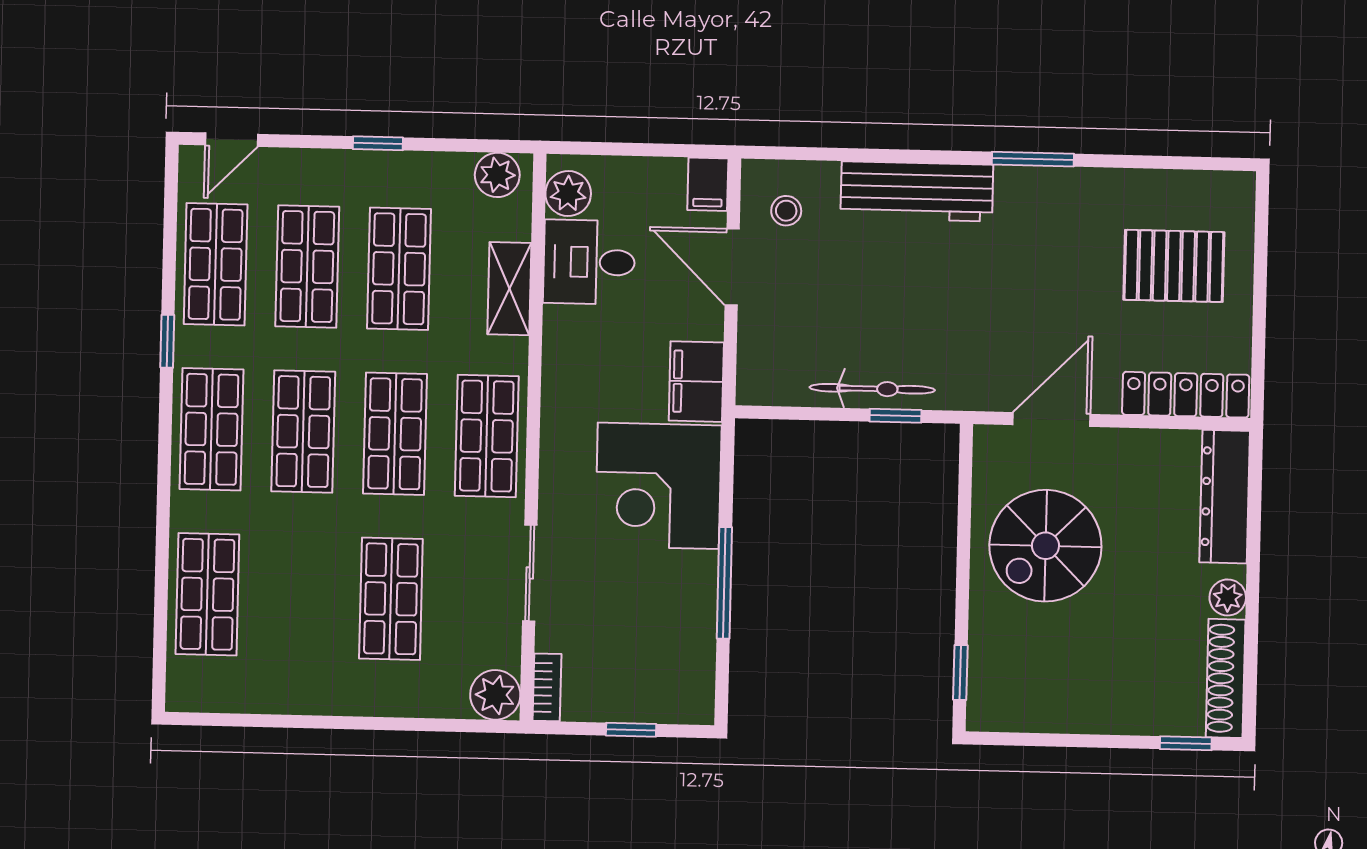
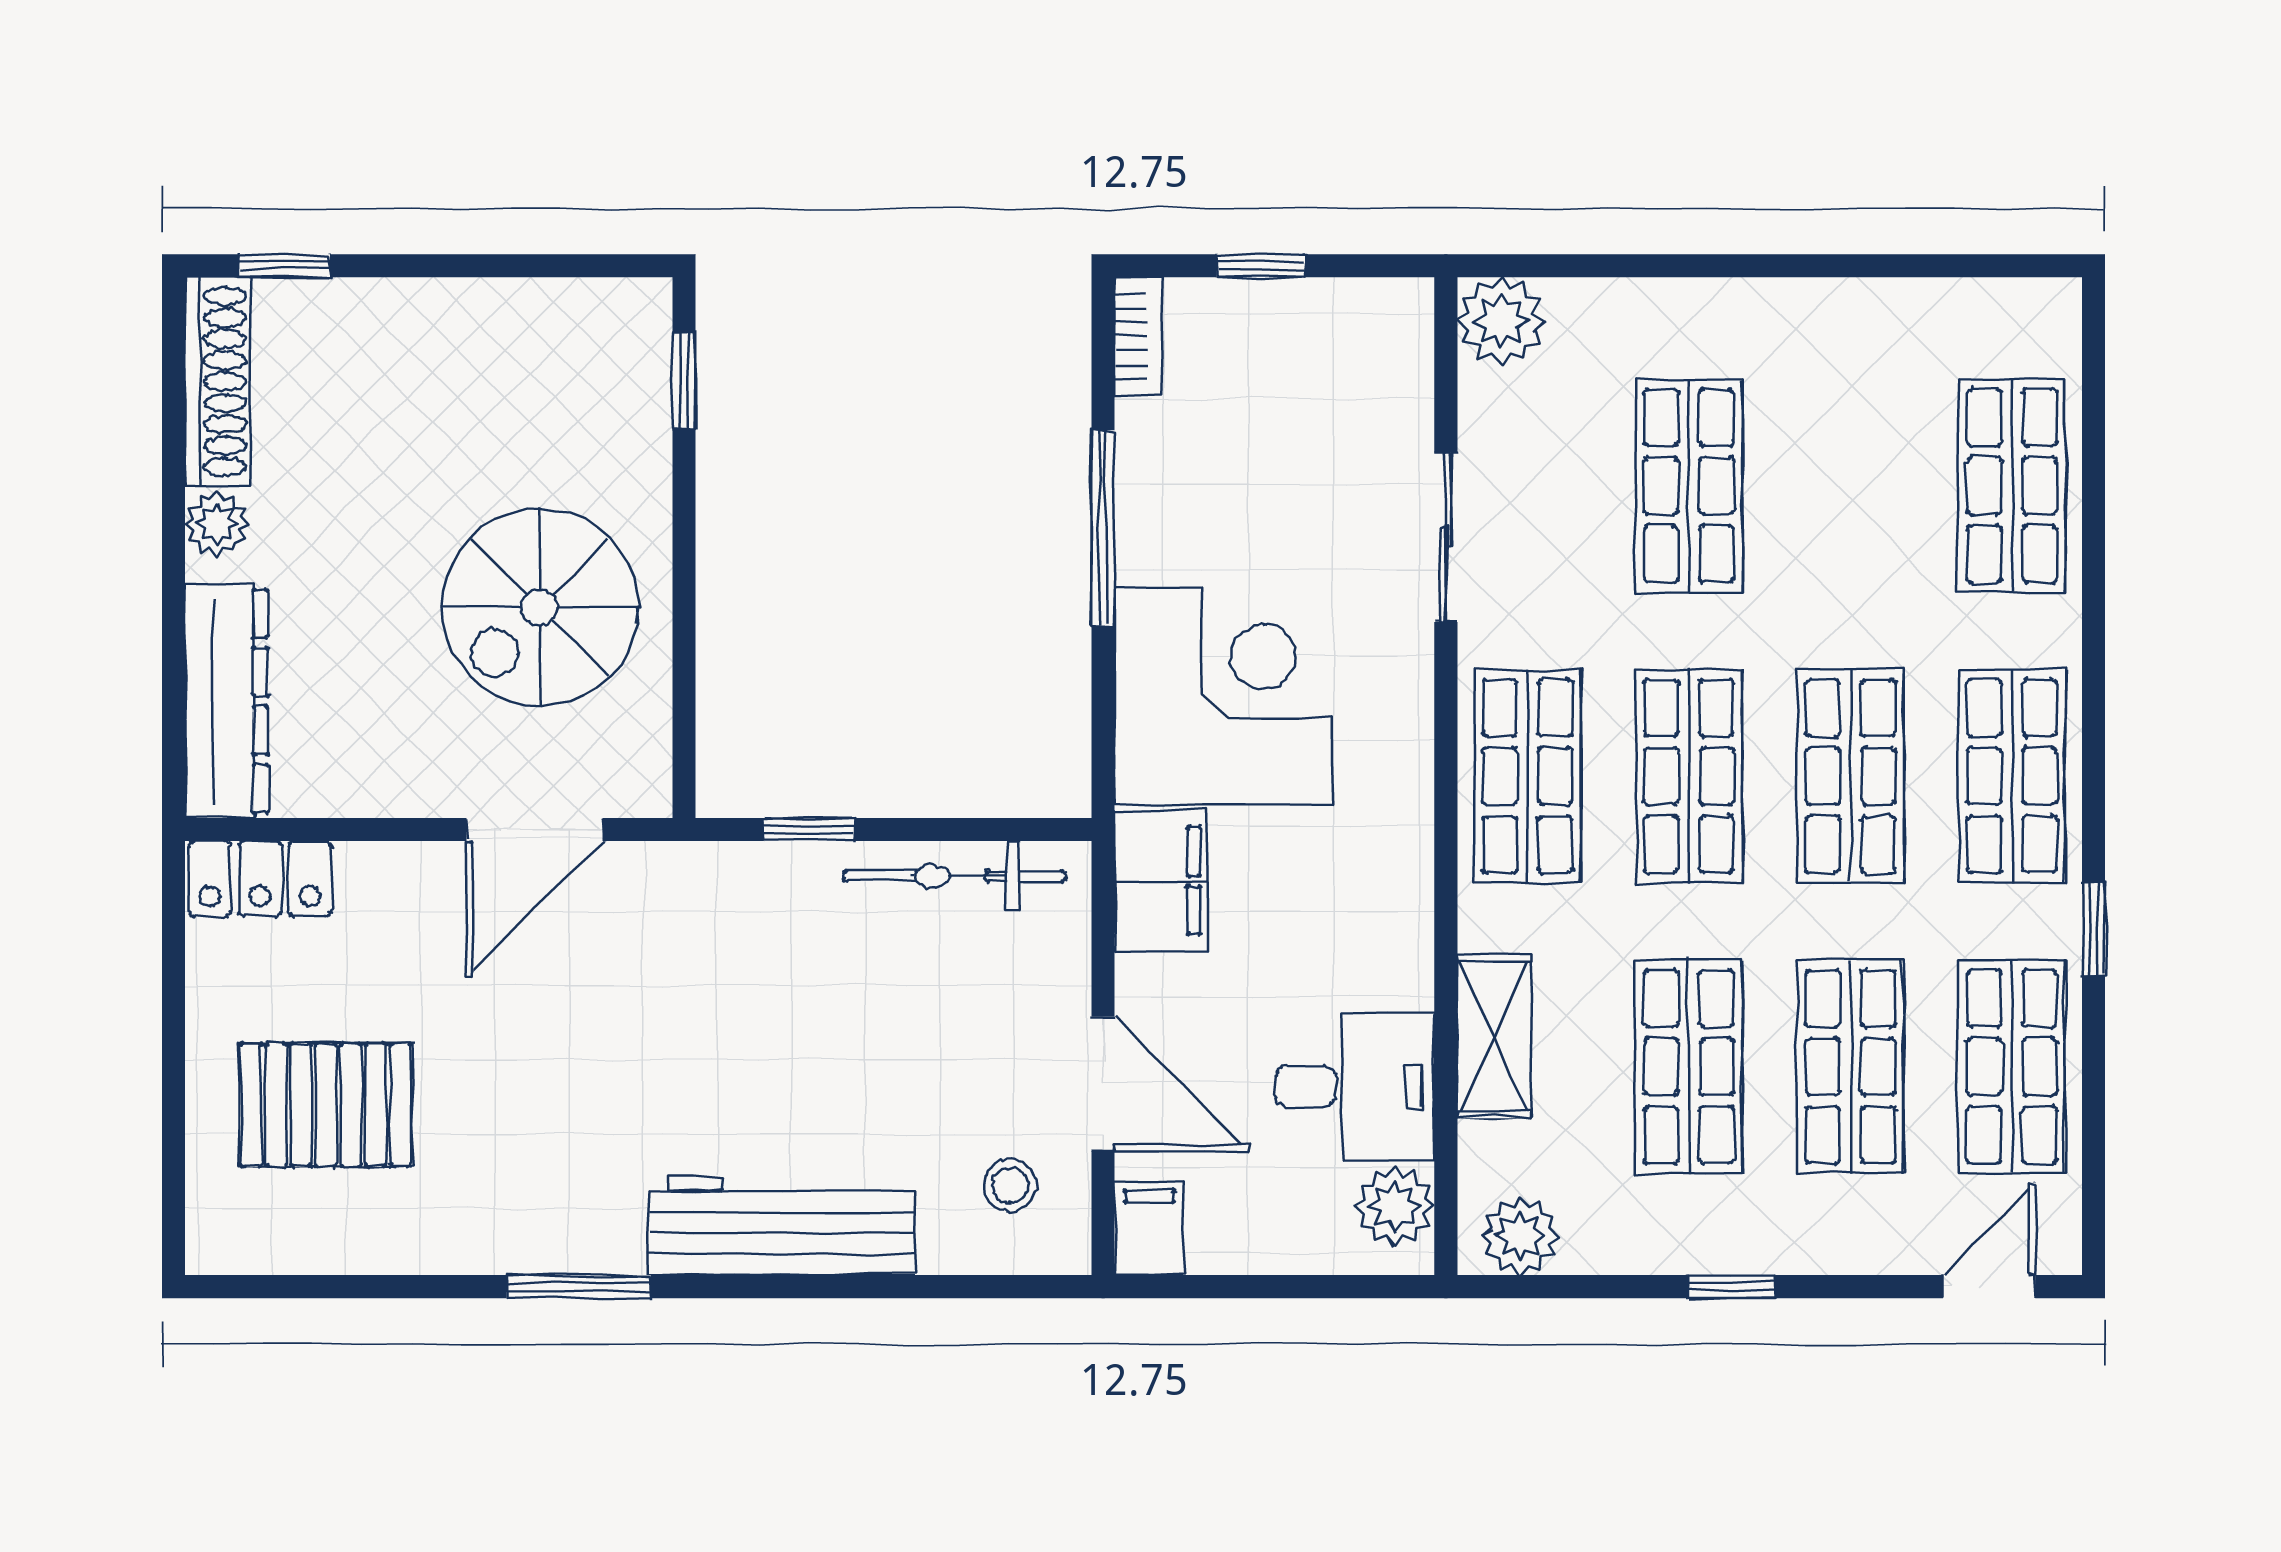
bicycle: (872, 389) -> (954, 876), moved
locker: (1186, 395) -> (260, 879), width x0.66
spiral stairs: (1045, 546) -> (540, 607), turned 180
bookcase: (547, 687) -> (1138, 337), moved, turned 180

